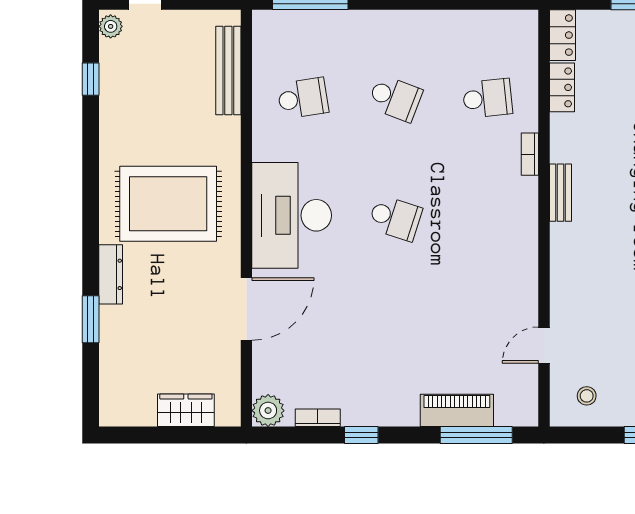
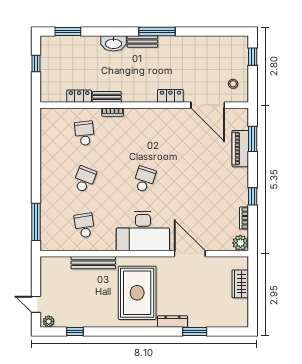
locker: (562, 35) -> (170, 96), moved
bench: (228, 70) -> (93, 263), moved
bench: (560, 193) -> (107, 97), moved
door: (544, 345) -> (208, 105), width x1.88
window: (476, 435) -> (253, 139), width x0.69

